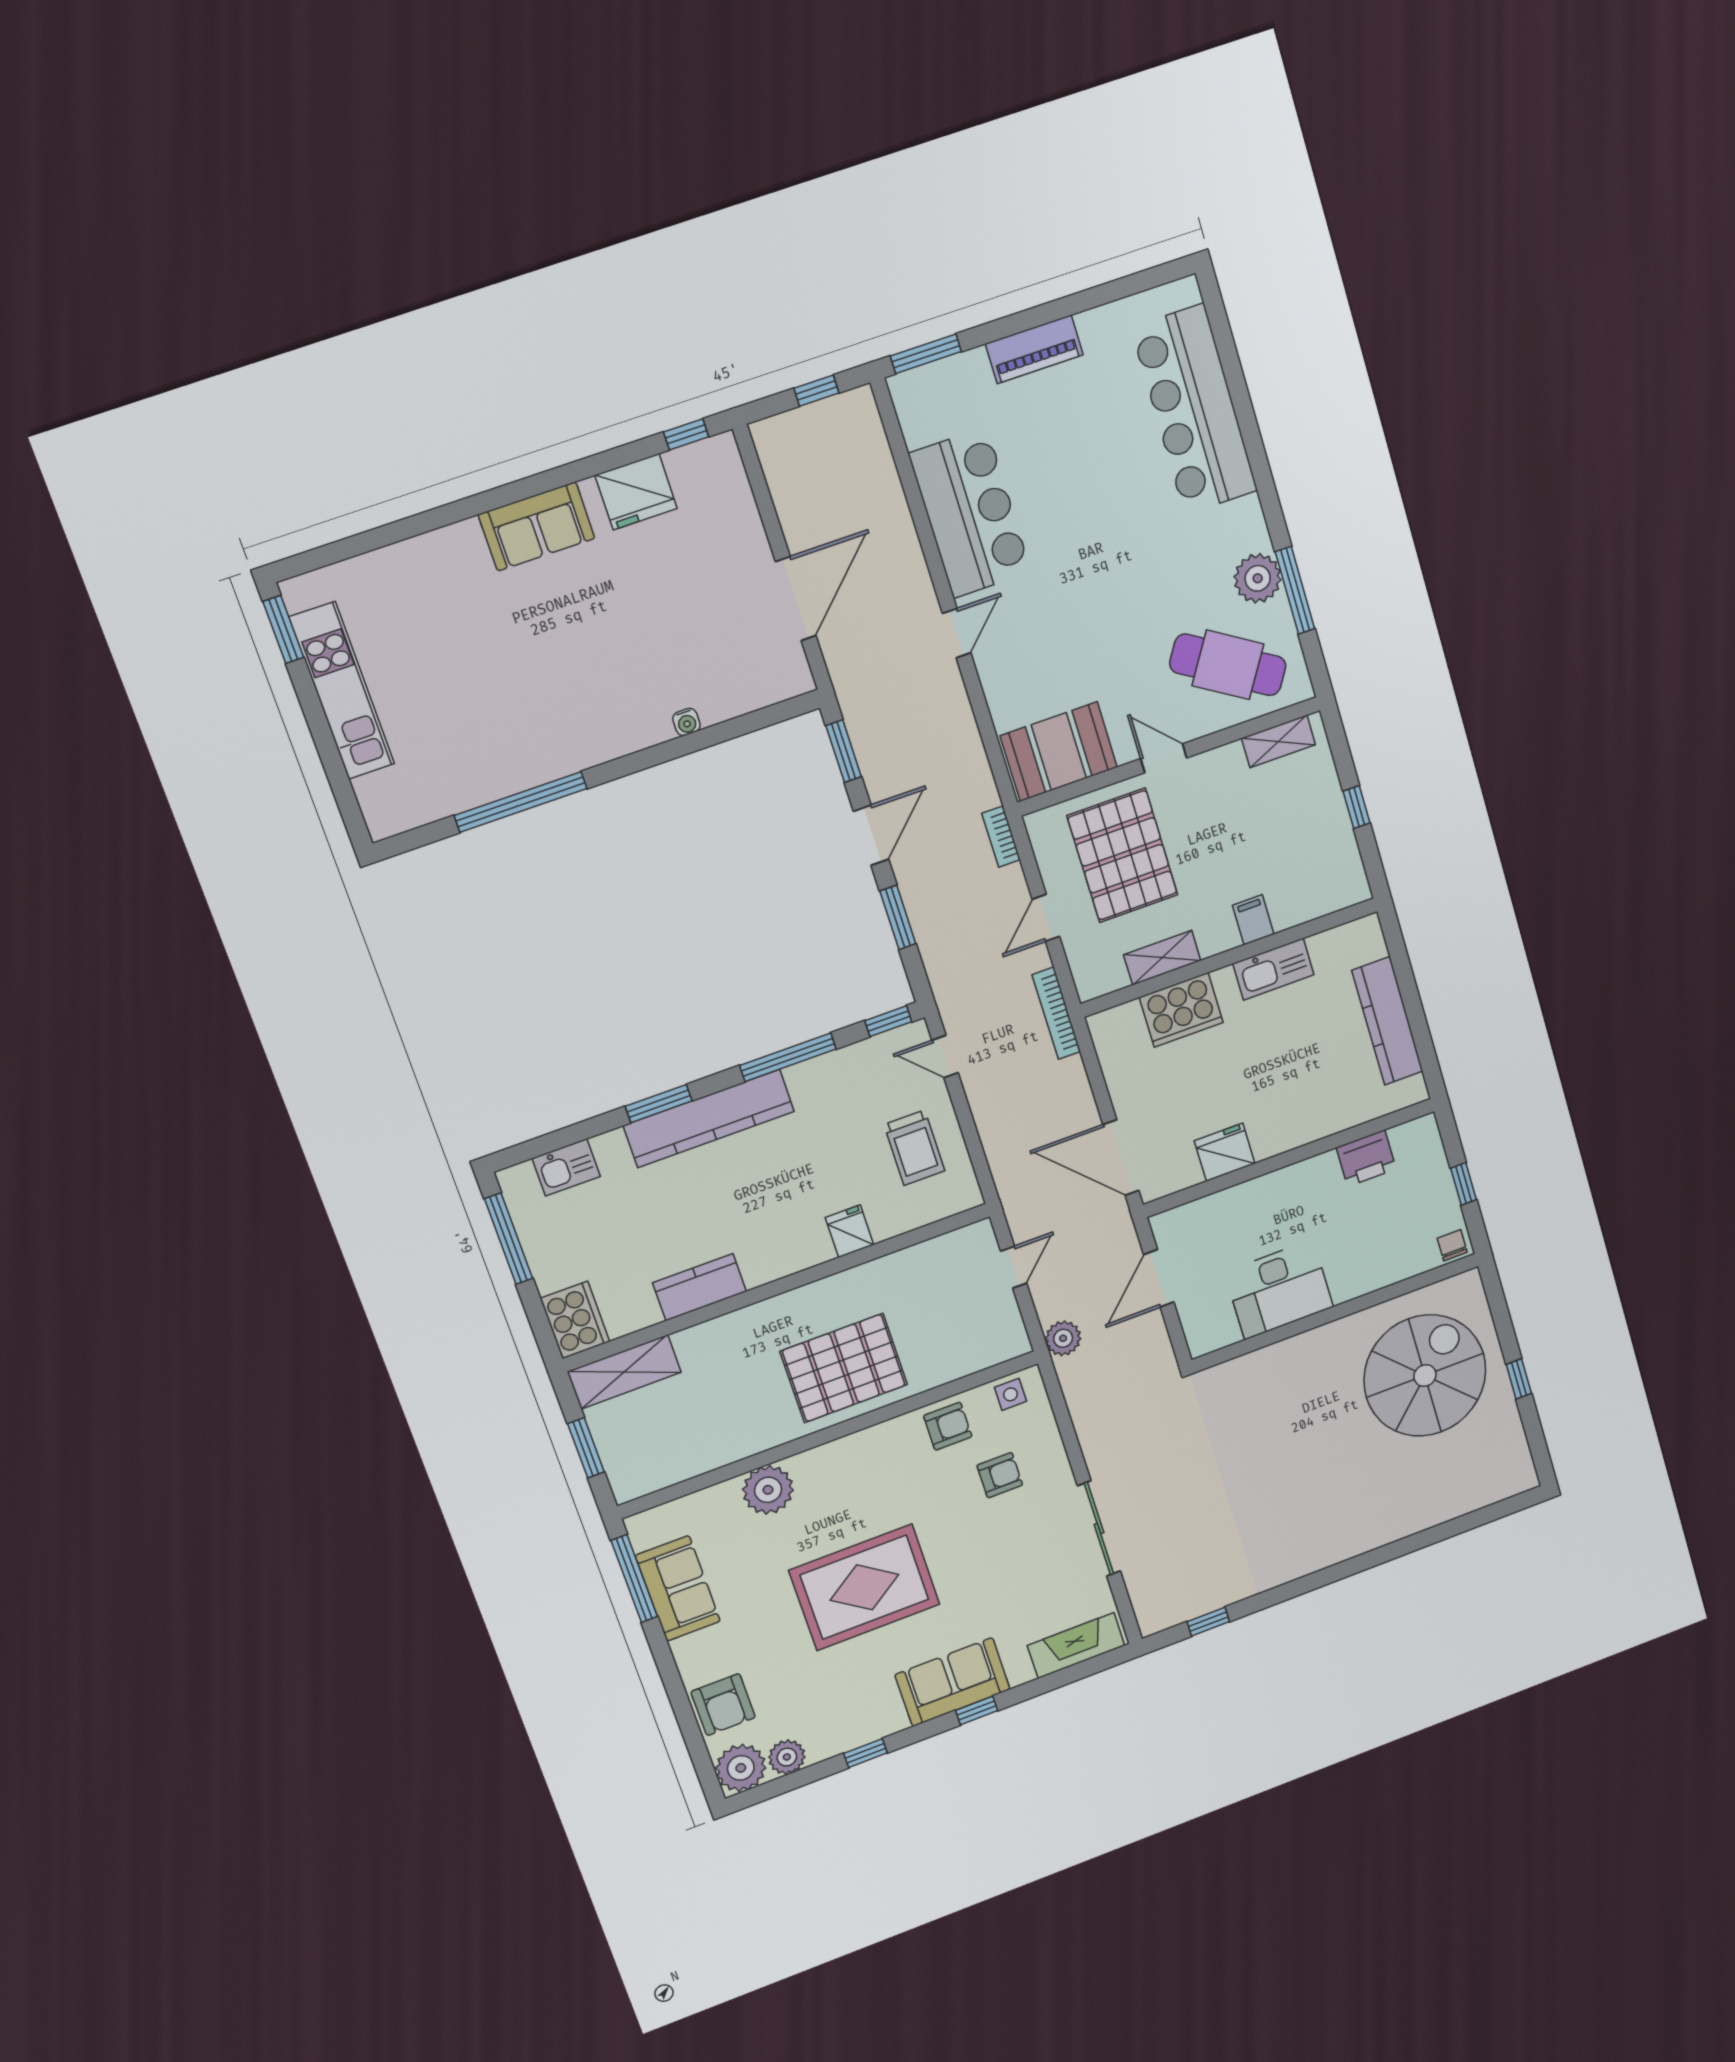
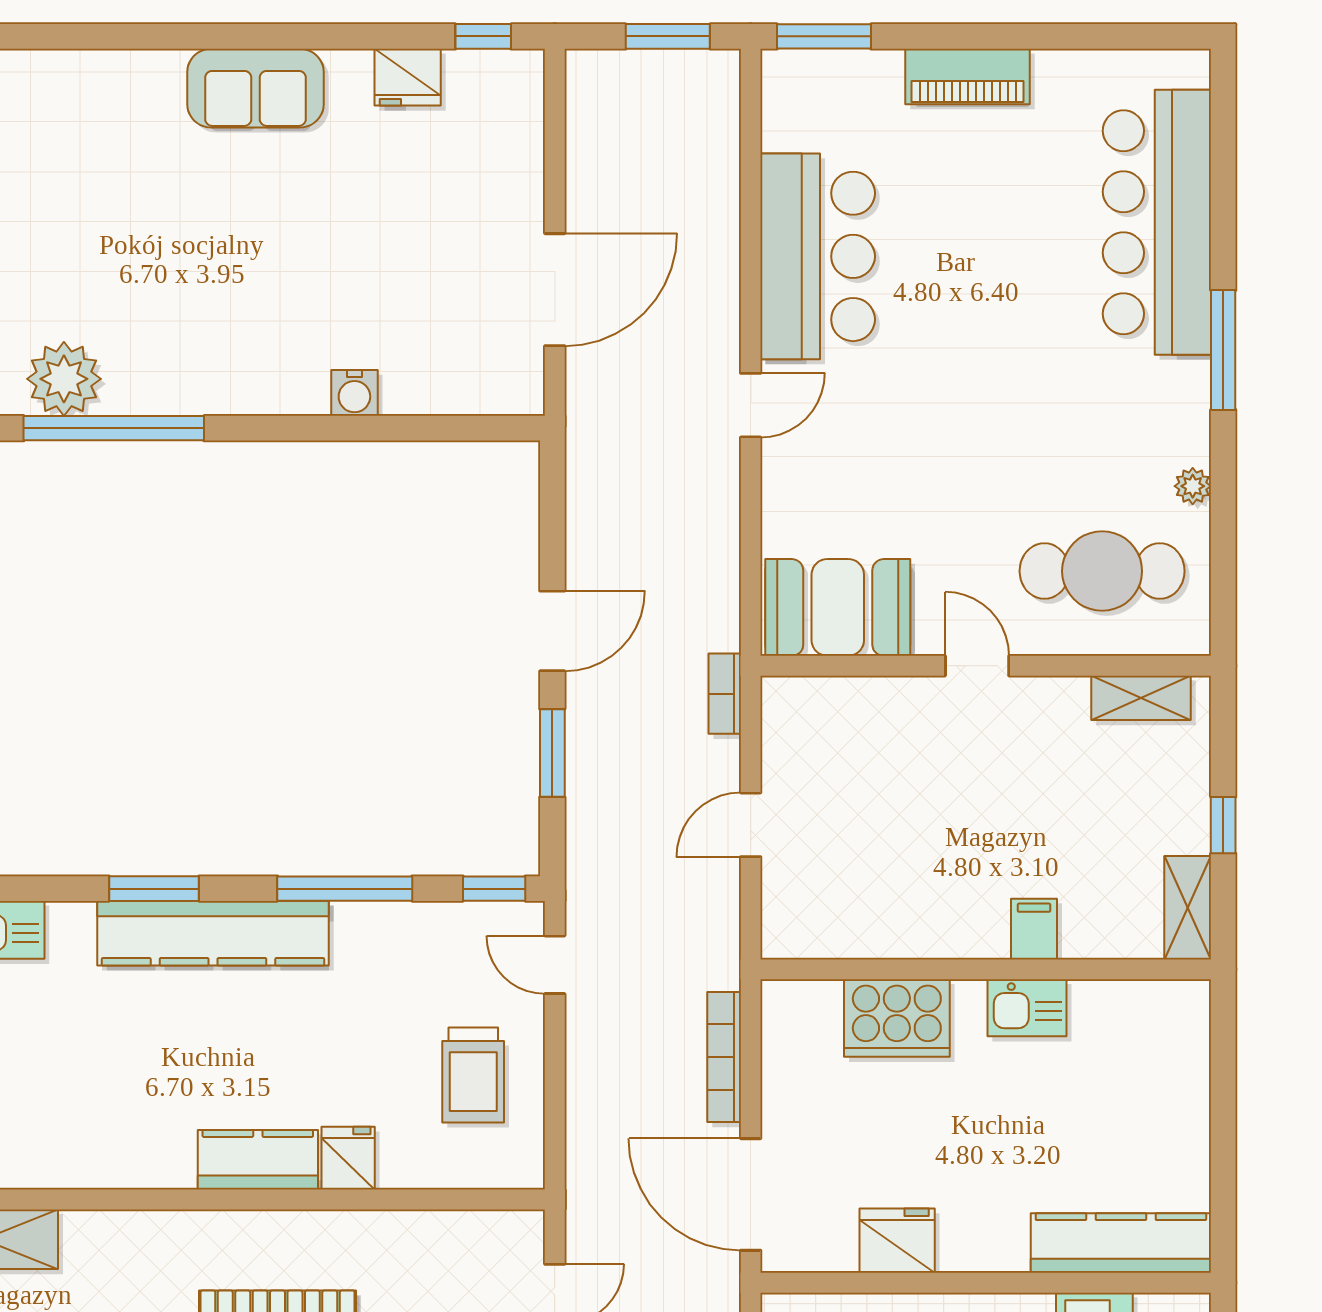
window: (816, 391) -> (668, 36), width x1.50
fridge: (636, 492) -> (408, 77), width x0.73, depth x0.75
plant: (1258, 578) -> (1193, 486), width x0.53, depth x0.53
window: (1295, 590) -> (1223, 350), moved
cafe table: (1228, 665) -> (1102, 571), turned -32
water cooler: (686, 722) -> (354, 393), width x1.38, depth x1.38
window: (844, 751) -> (552, 508), removed
plant: (473, 780) -> (64, 379), added
pallet: (1122, 855) -> (881, 777), removed
shelving: (1162, 958) -> (1188, 908), moved, turned 90
kitchen sink: (1273, 969) -> (1027, 1008), width x0.73
bookcase: (1056, 1013) -> (724, 1057), moved
kitchen counter: (1387, 1021) -> (1121, 1243), moved, turned 90
kitchen counter: (700, 1287) -> (258, 1160), moved

